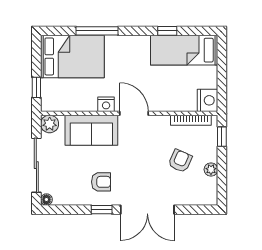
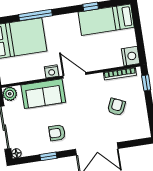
plant: (211, 169) -> (142, 110), removed
armchair: (101, 182) -> (57, 133), turned 180
window: (102, 210) -> (48, 156), moved

